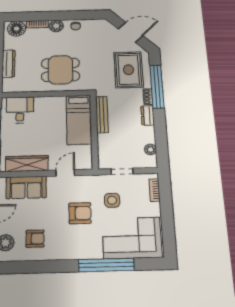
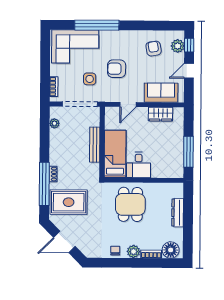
dining table: (60, 70) -> (130, 204), turned 90
rug: (129, 70) -> (69, 202), turned 90
desk: (20, 110) -> (139, 165), moved
bench: (102, 114) -> (95, 145), moved
dresser: (148, 116) -> (55, 156), removed
wardrobe: (27, 164) -> (161, 114), width x0.67
doorway: (122, 171) -> (80, 104), width x1.88
armchair: (35, 239) -> (154, 49), turned 80

